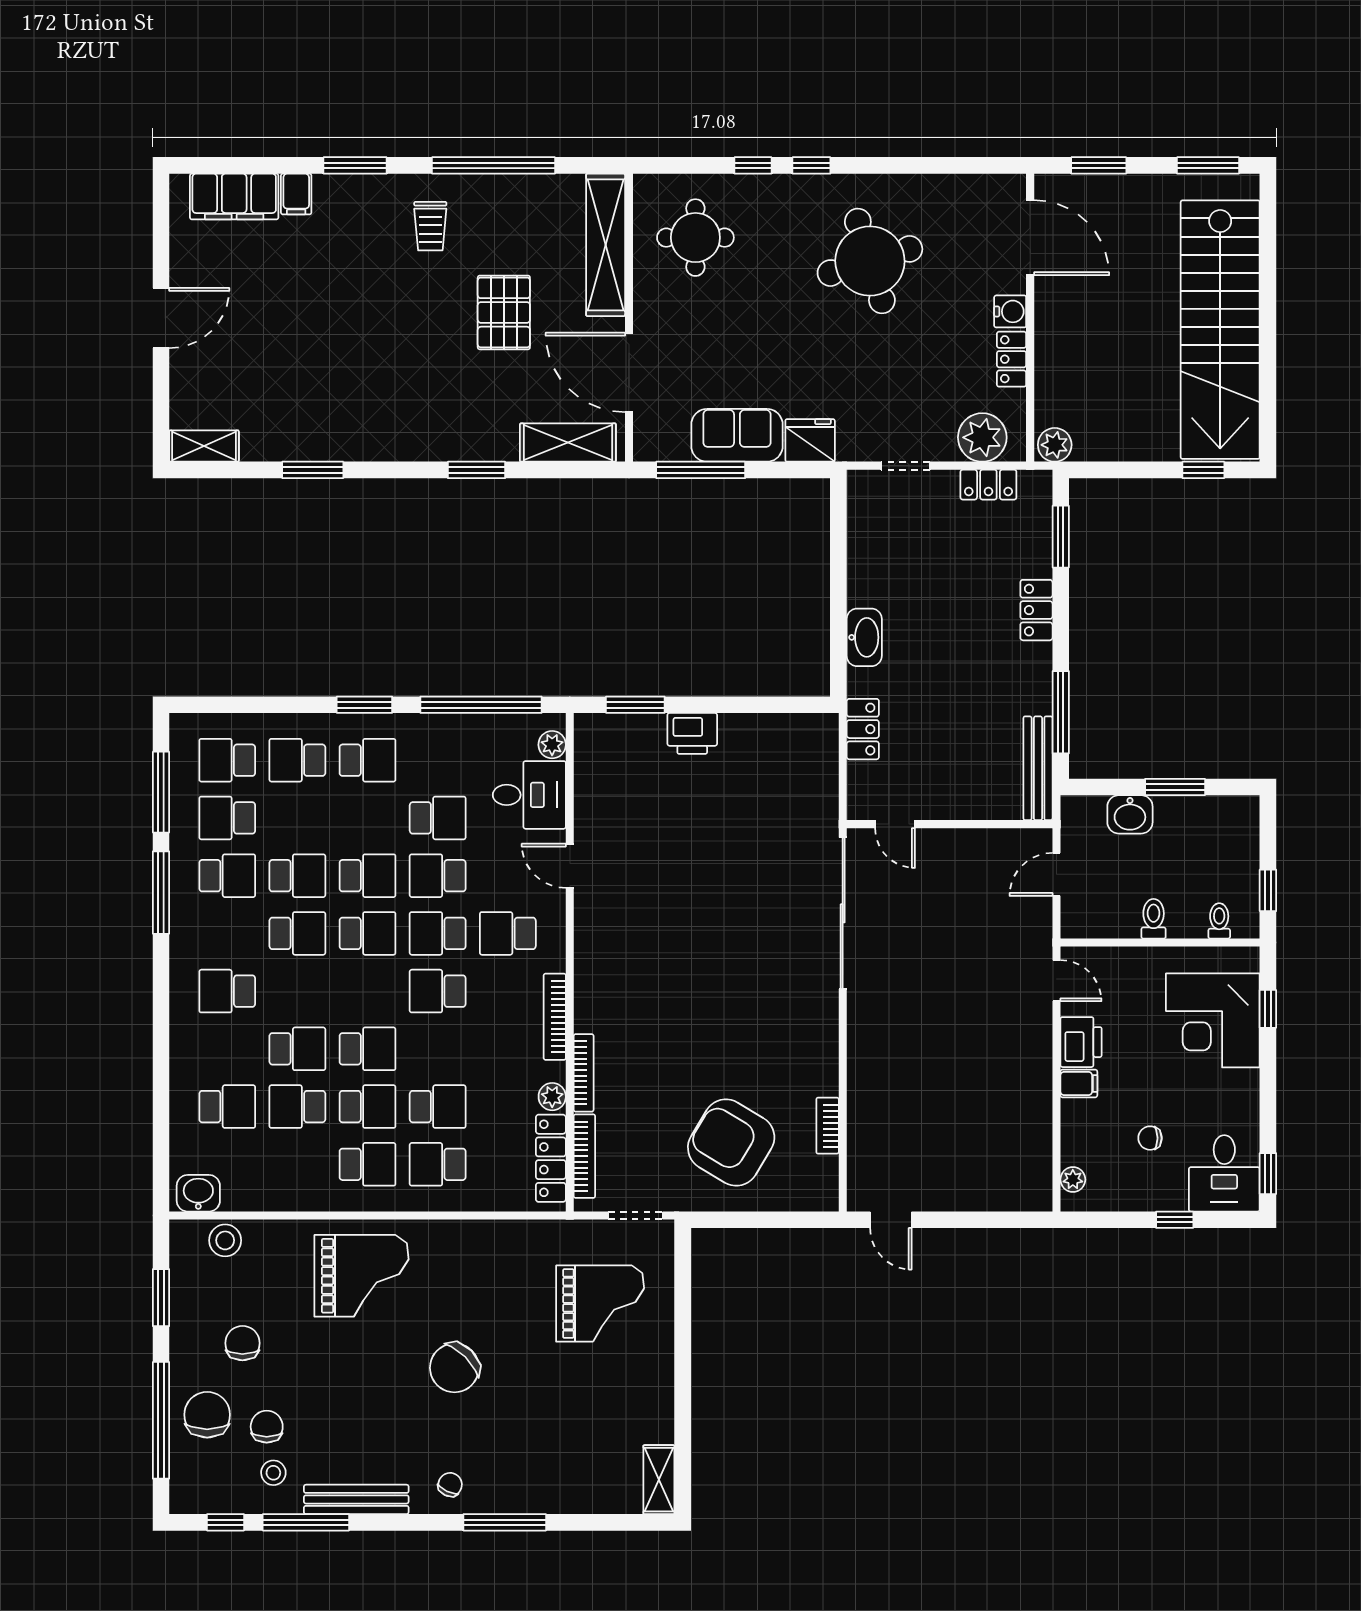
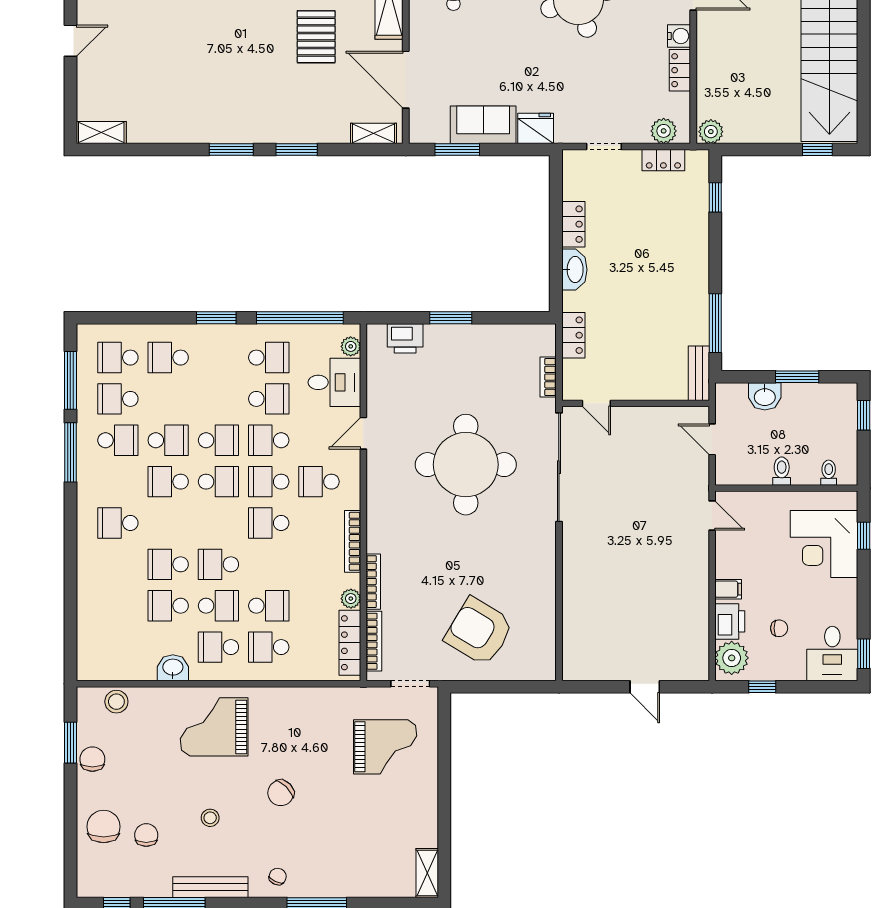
door: (161, 318) -> (70, 41), width x0.73
plant: (982, 437) -> (664, 131), width x0.73, depth x0.73
shelving: (568, 443) -> (374, 133), width x0.67, depth x0.75
window: (313, 470) -> (231, 150), moved
window: (701, 470) -> (457, 150), width x0.69
window: (1061, 537) -> (715, 197), width x0.67
locker: (1036, 610) -> (573, 224), moved, turned 180
window: (635, 705) -> (451, 318), moved
printer: (692, 733) -> (405, 338), moved
school desk: (368, 760) -> (269, 358), moved
bench: (1038, 768) -> (699, 373), width x0.73
door: (570, 866) -> (363, 433), hinge flipped
door: (1056, 874) -> (712, 439), hinge flipped
window: (1268, 890) -> (864, 415), moved
round table: (713, 910) -> (466, 465), added
school desk: (297, 933) -> (168, 482), turned 180
printer: (1081, 1042) -> (730, 621), moved
school desk: (297, 1049) -> (168, 564), turned 180
school desk: (368, 1049) -> (218, 564), turned 180
school desk: (227, 1107) -> (118, 606), removed
bookcase: (828, 1126) -> (548, 377), moved
chair: (1150, 1138) -> (779, 628), turned 180
school desk: (368, 1164) -> (218, 647), turned 180
plant: (1073, 1180) -> (732, 658), width x1.87, depth x1.87
washbasin: (198, 1193) -> (173, 668), moved
door: (891, 1220) -> (645, 687), moved
window: (1175, 1220) -> (762, 687), moved
grand piano: (362, 1276) -> (214, 727), turned 180
chair: (242, 1343) -> (92, 759), moved
chair: (454, 1368) -> (281, 793), width x0.73, depth x0.73
window: (161, 1420) -> (70, 831), removed
stool: (273, 1473) -> (210, 818), moved

